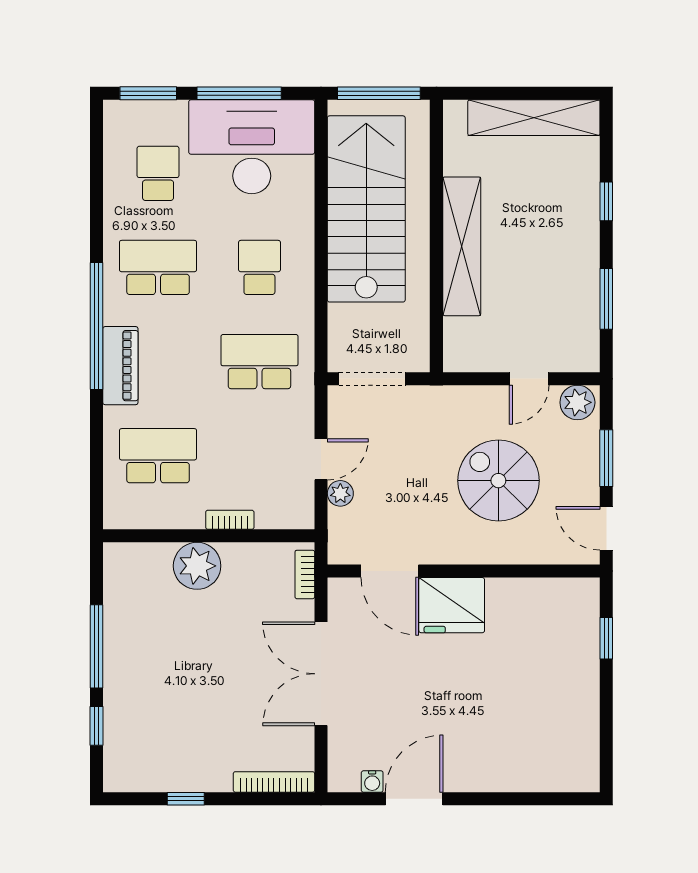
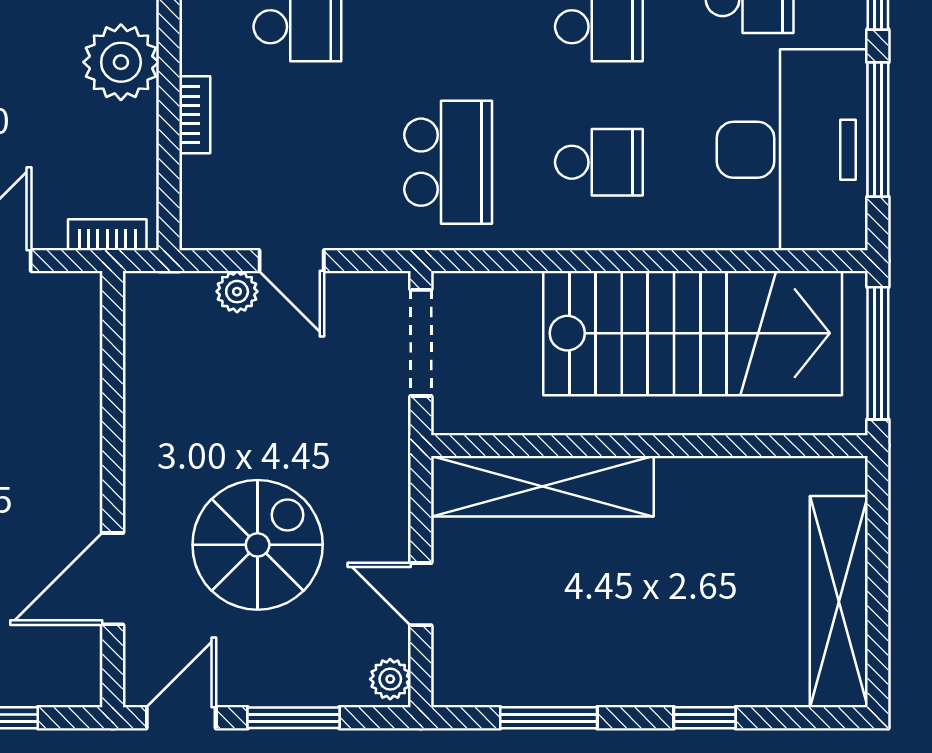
shelving: (462, 246) -> (542, 486), moved
plant: (577, 402) -> (390, 679), width x0.73, depth x0.73
door: (390, 571) -> (113, 579), moved
fridge: (452, 605) -> (58, 470), removed

